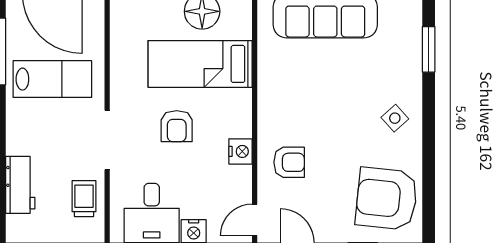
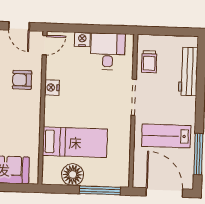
armchair: (177, 126) -> (91, 104), removed
workbench: (20, 185) -> (188, 71), width x1.38

